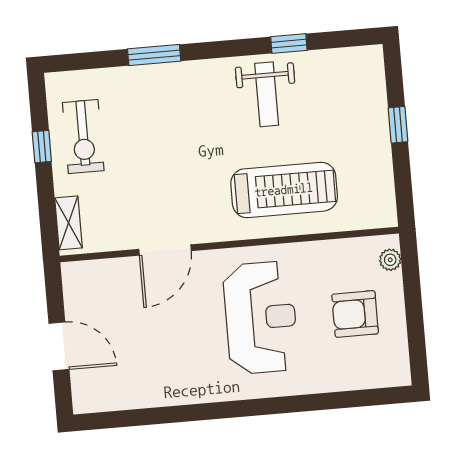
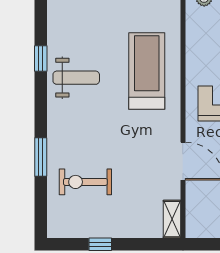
exercise bike: (83, 137) -> (85, 182), moved, turned 180
shelving: (69, 223) -> (172, 219), moved, turned 90

